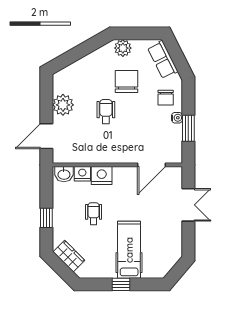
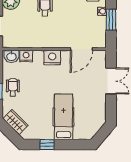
nightstand: (102, 176) -> (52, 58), moved
wheelchair: (94, 214) -> (13, 87), moved
window: (121, 284) -> (47, 145), moved

